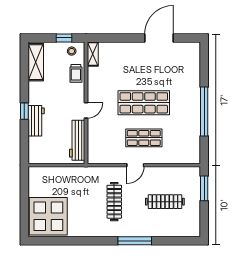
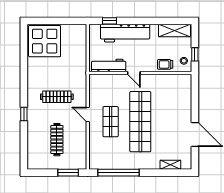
shelving: (93, 54) -> (170, 165), moved
shop shelf: (144, 103) -> (140, 122), width x1.40
window: (24, 111) -> (110, 21), moved
window: (204, 111) -> (118, 173), moved
workbench: (36, 121) -> (125, 33), width x1.88, depth x1.32
window: (135, 241) -> (24, 114), width x0.46

